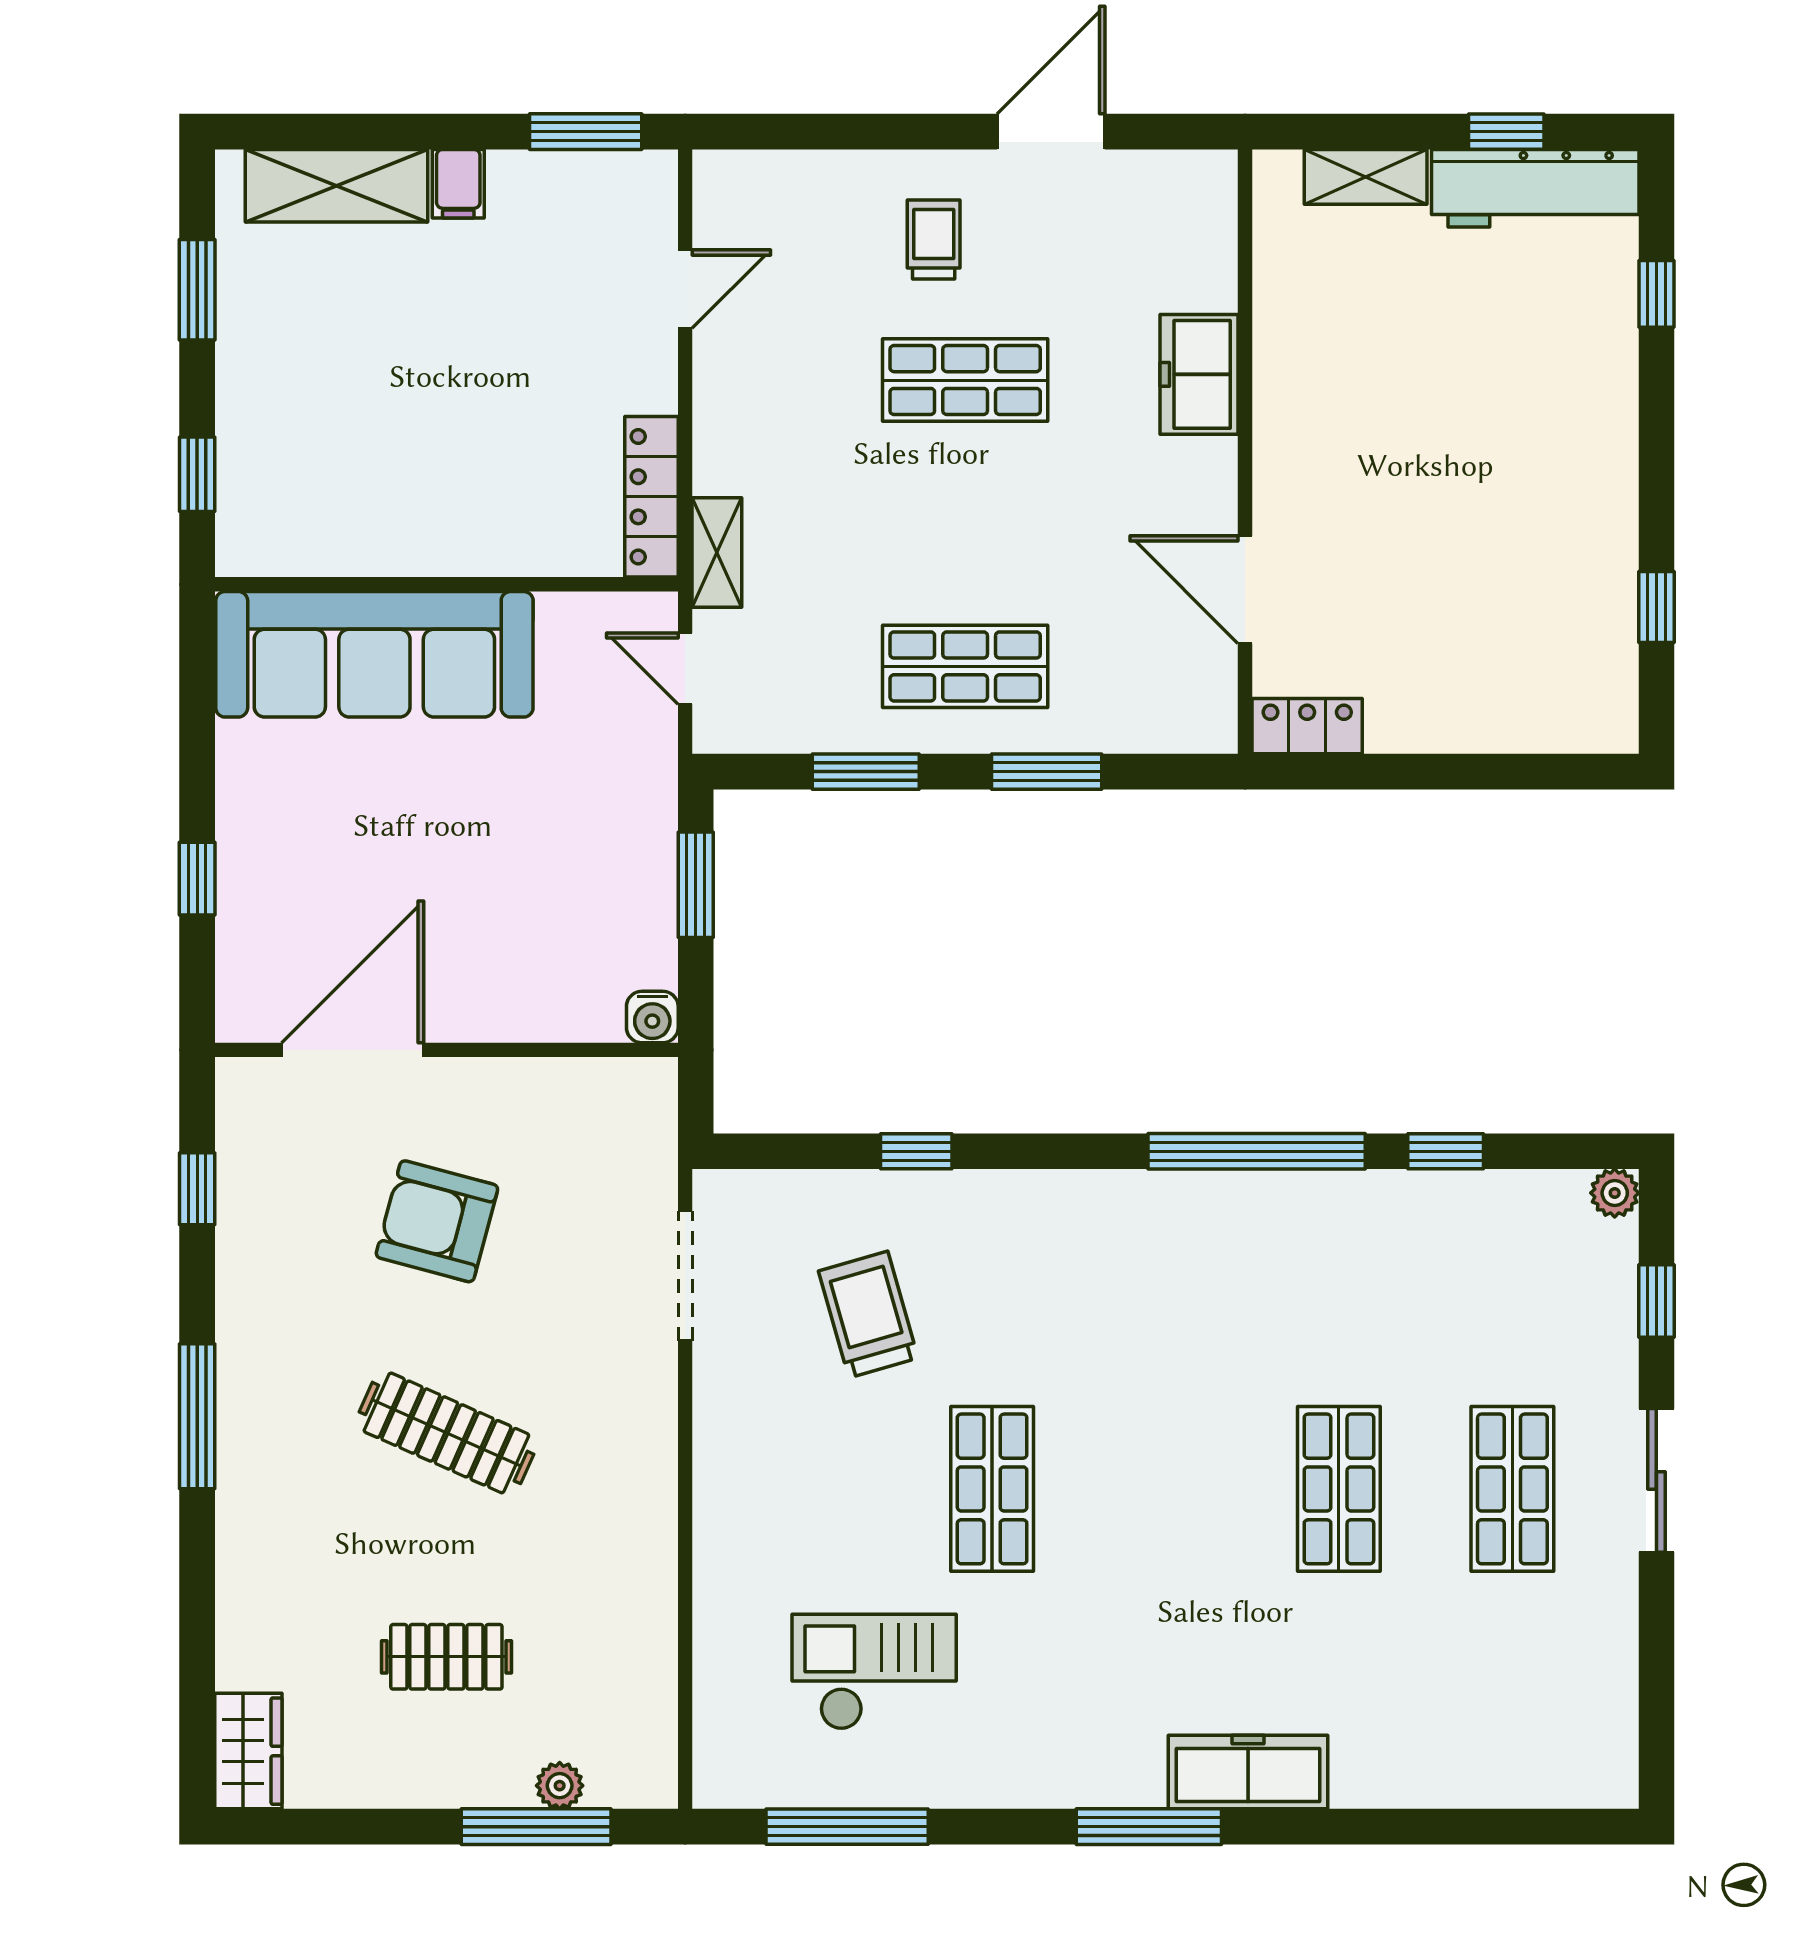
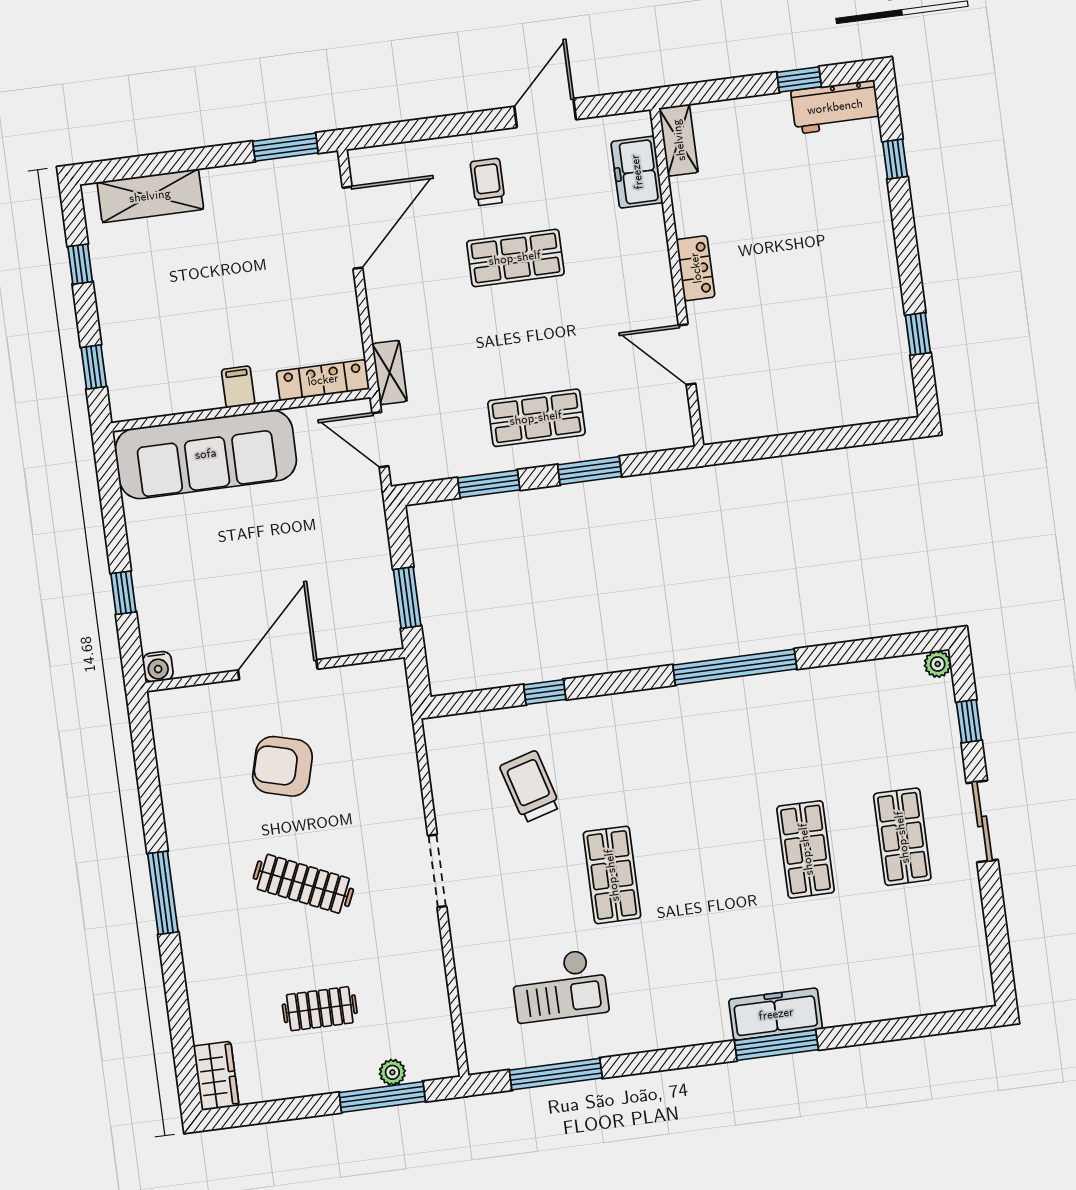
shelving: (1366, 177) -> (679, 140), moved, turned 90
filing cabinet: (458, 184) -> (238, 387), moved, turned 180
workbench: (1535, 188) -> (835, 107), width x0.73
door: (685, 289) -> (352, 228), width x1.87
window: (197, 290) -> (80, 264), width x0.67
freezer: (1199, 374) -> (637, 172), moved
locker: (651, 497) -> (323, 380), moved, turned 90
door: (685, 669) -> (380, 440), width x1.38
locker: (1307, 726) -> (696, 268), moved, turned 90
window: (696, 885) -> (407, 598), moved
water cooler: (652, 1017) -> (158, 667), moved
door: (353, 1050) -> (278, 670), moved
window: (1446, 1151) -> (840, 653), removed
window: (197, 1189) -> (146, 766), removed
doorway: (685, 1276) -> (437, 871), moved
checkout: (874, 1672) -> (560, 986), turned 180
window: (1149, 1827) -> (776, 1045), moved

